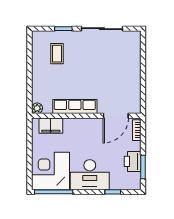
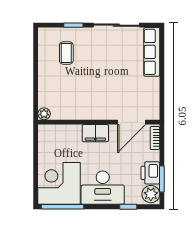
row of seats: (75, 107) -> (152, 52), moved, turned -90
filing cabinet: (51, 126) -> (95, 133), moved
plant: (133, 181) -> (151, 194), added

